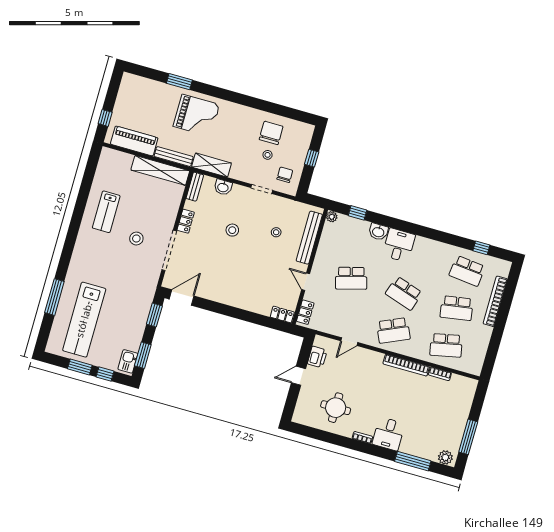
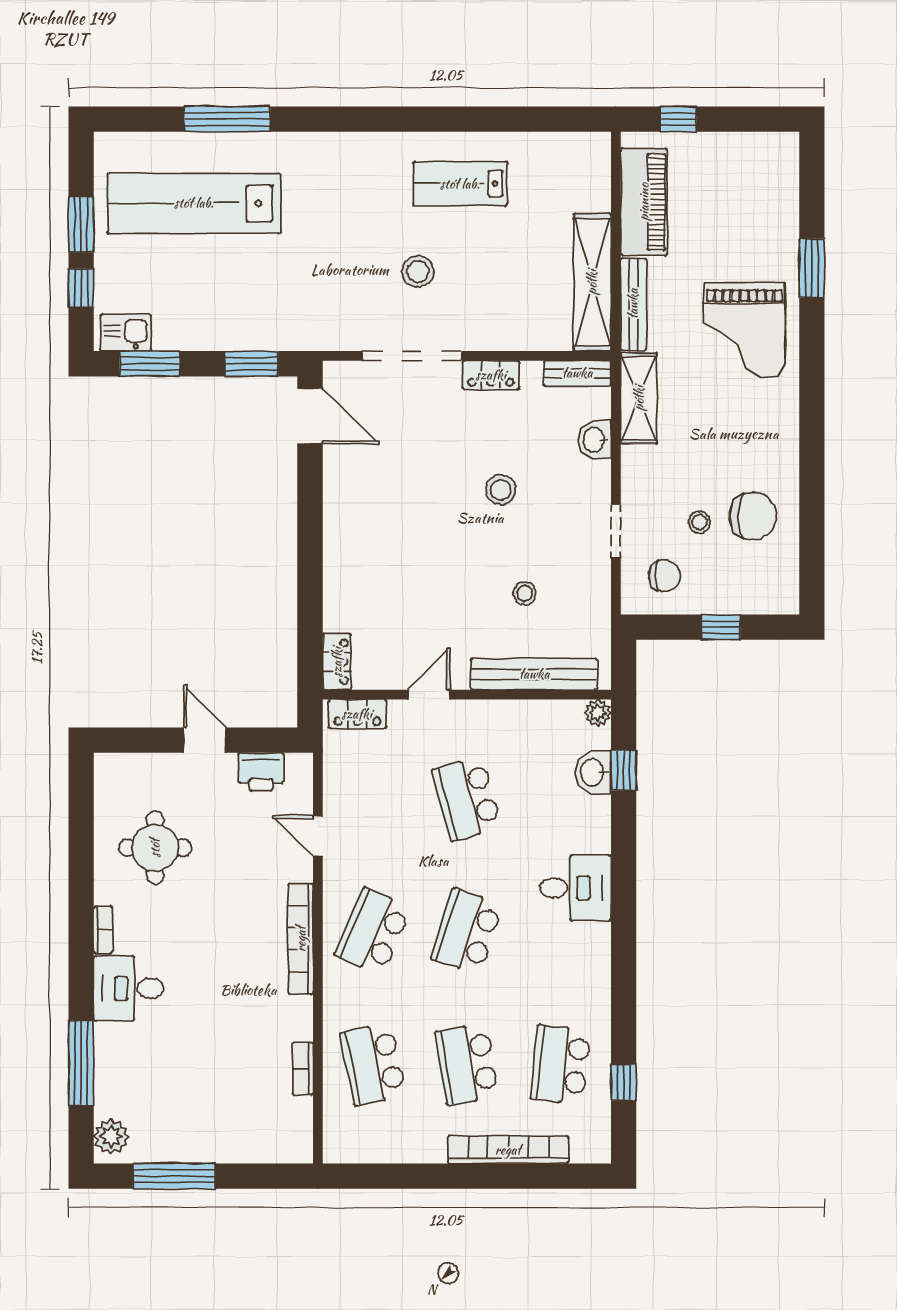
washbasin: (378, 232) -> (593, 772), moved
school desk: (393, 330) -> (373, 931), turned 48
bookcase: (406, 365) -> (301, 939), moved

